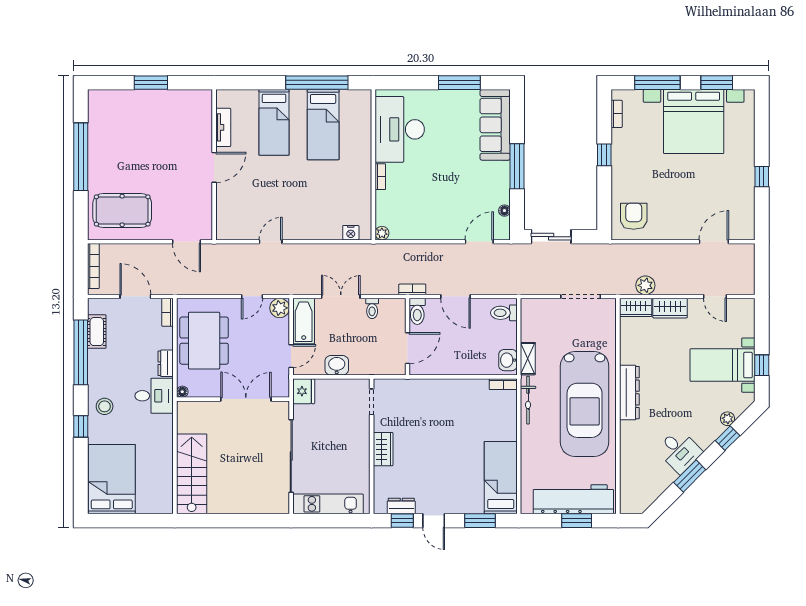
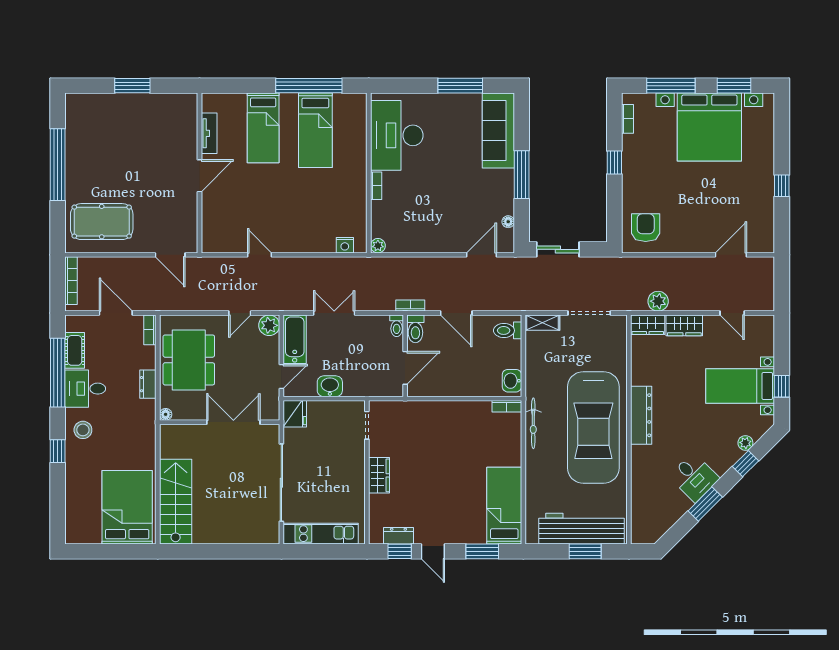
door: (271, 242) -> (260, 255), hinge flipped
toilet: (372, 308) -> (397, 326), moved
shelving: (528, 359) -> (542, 323), moved, turned 90
desk: (154, 396) -> (85, 389), moved, turned 180
bed: (112, 479) -> (127, 507), moved

